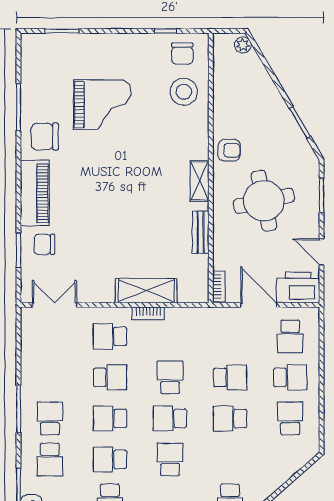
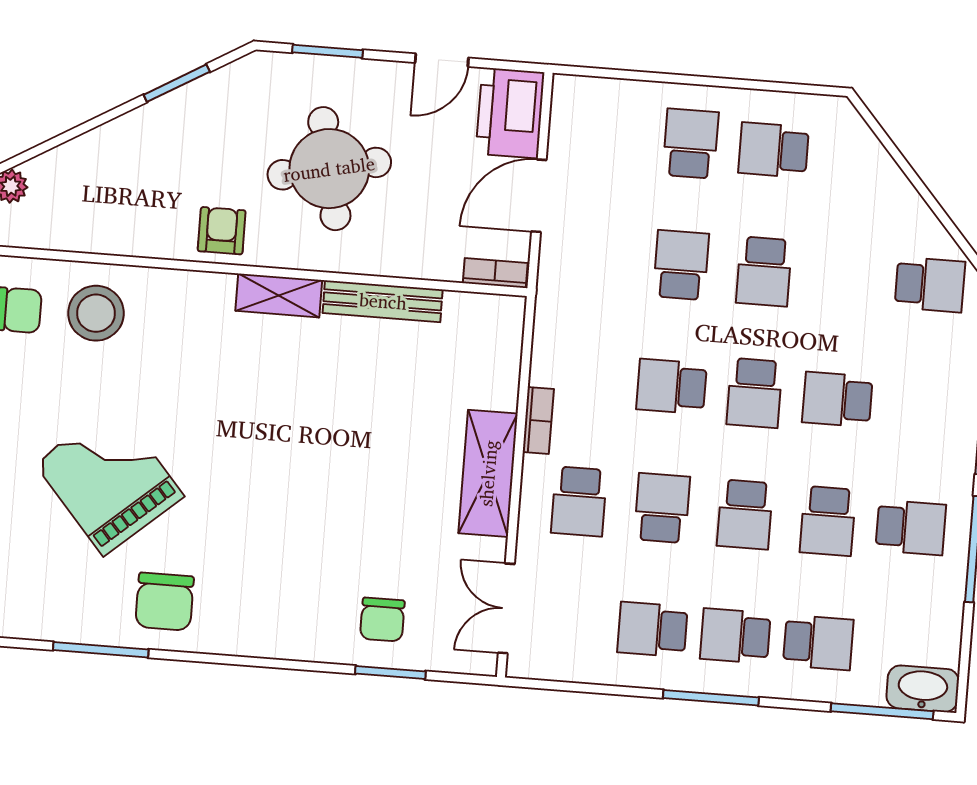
grand piano: (102, 105) -> (109, 480), turned -41
piano: (35, 193) -> (277, 631), removed
bench: (201, 232) -> (383, 301), width x1.36
shelving: (146, 291) -> (488, 473), moved
school desk: (290, 336) -> (652, 629), moved, turned 180

